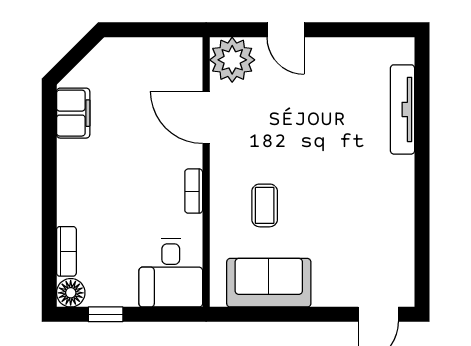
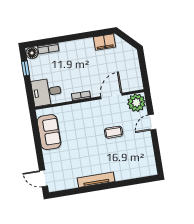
tv unit: (403, 109) -> (96, 180), moved
coffee table: (265, 205) -> (114, 132), moved

